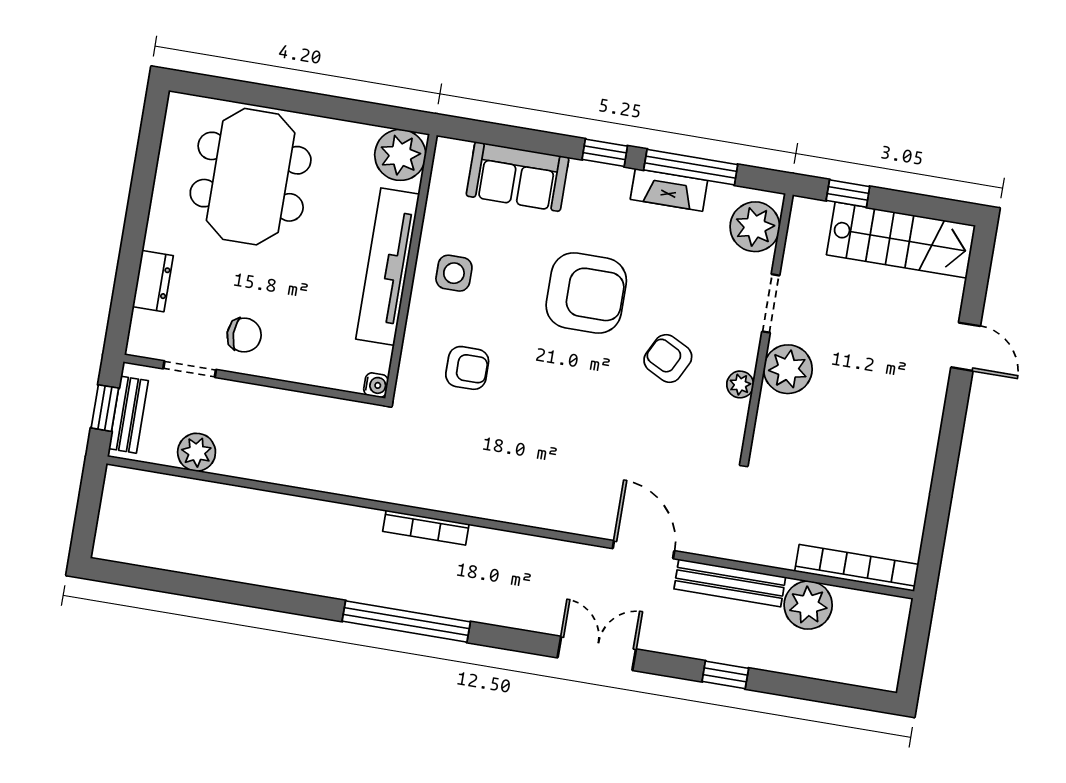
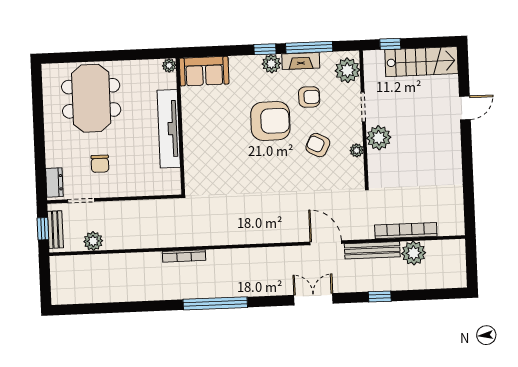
plant: (400, 155) -> (169, 65), width x0.53, depth x0.53
sofa: (518, 177) -> (204, 71), moved
plant: (611, 183) -> (271, 64), added
side table: (454, 273) -> (202, 125), removed
dresser: (153, 281) -> (54, 182), moved
chair: (244, 335) -> (100, 164), moved, turned 90
door: (966, 347) -> (465, 108), hinge flipped
armchair: (467, 368) -> (309, 97), moved
water cooler: (376, 385) -> (175, 189), removed
bookcase: (426, 528) -> (184, 256), moved
bookcase: (857, 568) -> (406, 231), moved

